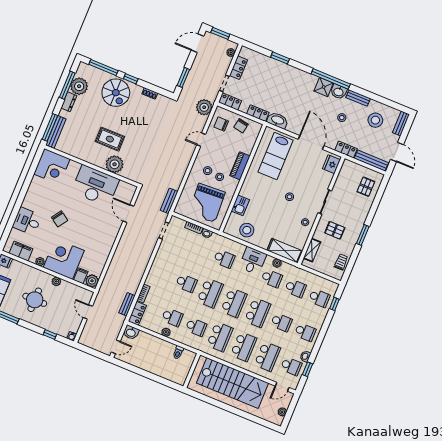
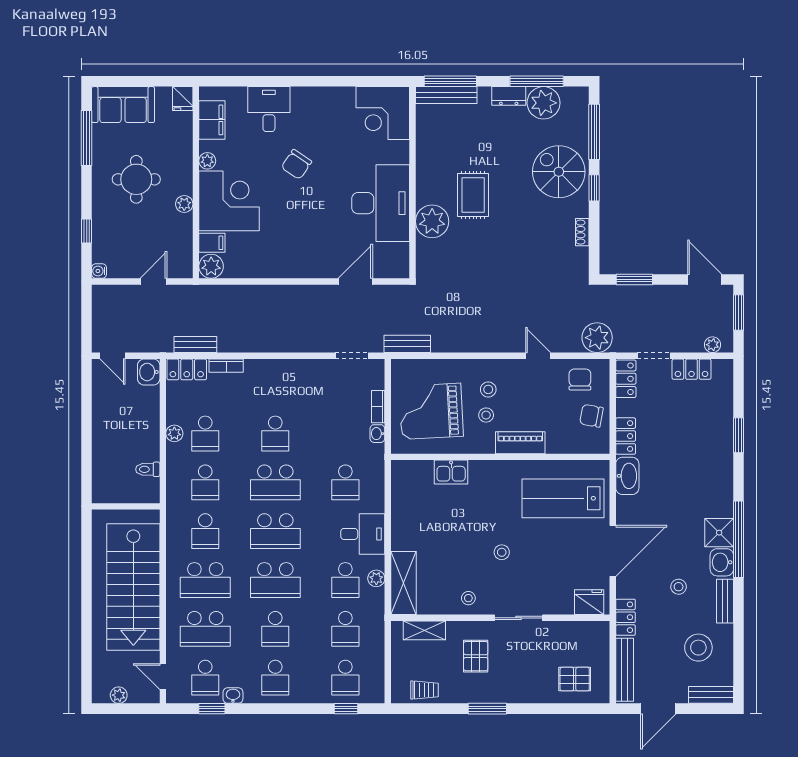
spiral stairs: (116, 93) -> (559, 172), turned 90
stool: (247, 230) -> (412, 501), removed
school desk: (220, 337) -> (205, 531), width x0.54

